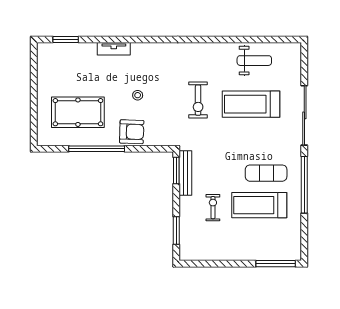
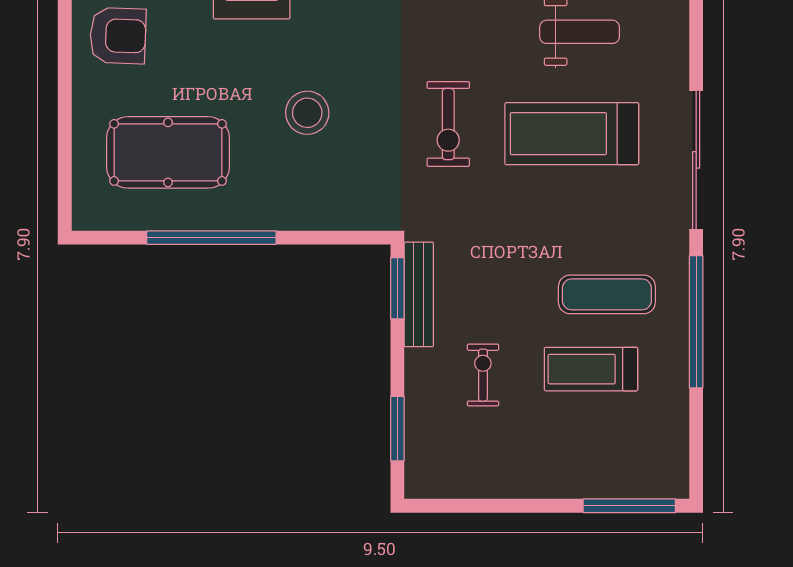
stool: (138, 95) -> (307, 113), width x1.89, depth x1.89
armchair: (132, 132) -> (118, 36), moved
treadmill: (259, 205) -> (591, 369), width x0.73, depth x0.73

